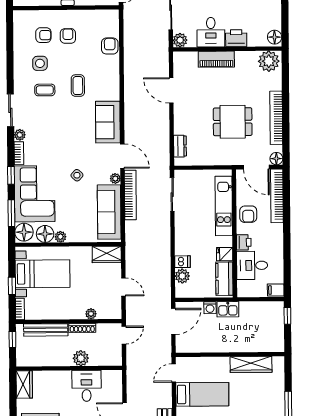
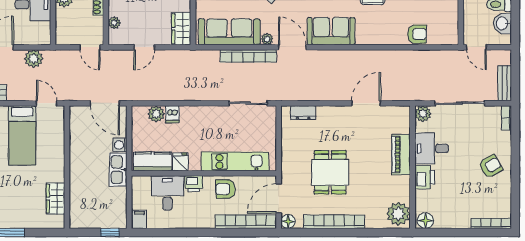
door: (122, 156) -> (292, 47), swing flipped
kitchen sink: (228, 309) -> (118, 170), width x1.38
plant: (91, 314) -> (114, 23), moved
wardrobe: (251, 364) -> (55, 199), width x0.67
plant: (134, 385) -> (34, 59), added

